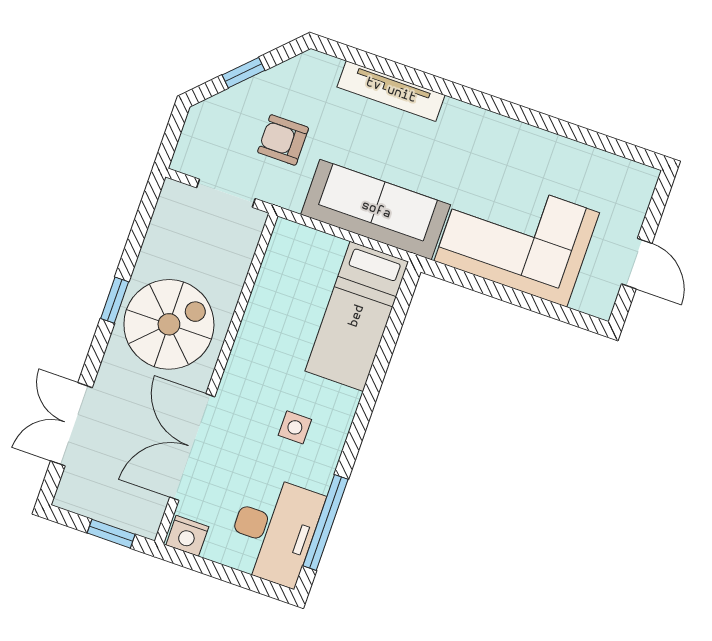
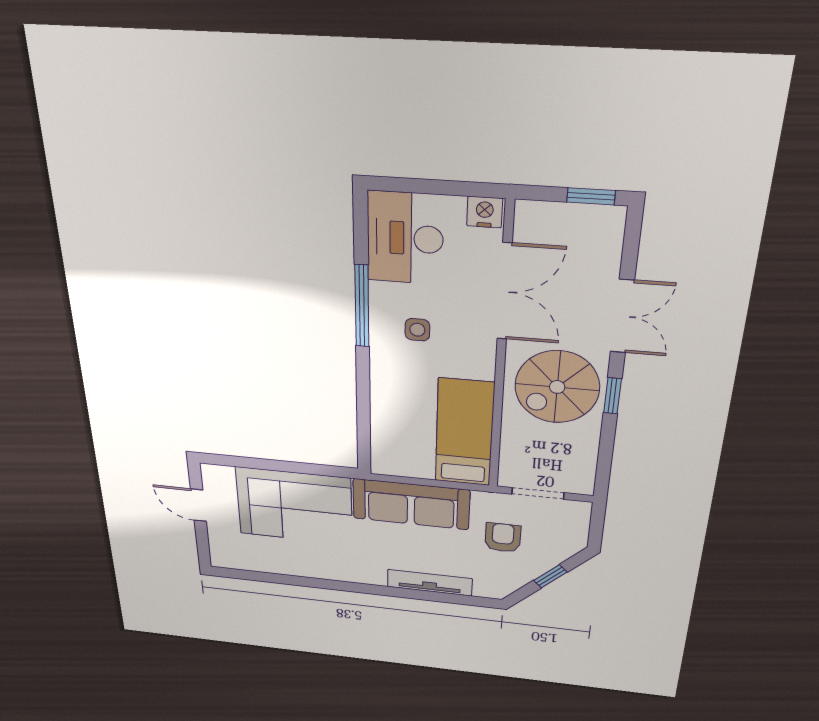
armchair: (283, 140) -> (503, 538), turned -90
bed: (357, 316) -> (464, 433), moved
double door: (71, 424) -> (622, 316), moved
window: (325, 522) -> (362, 306), moved
window: (111, 534) -> (591, 196), moved

